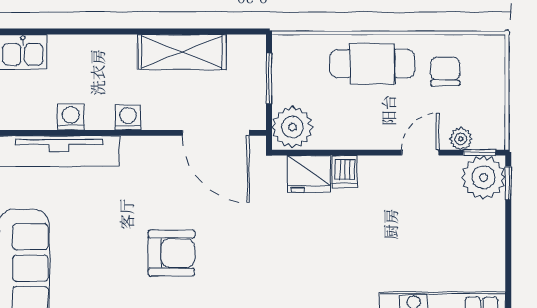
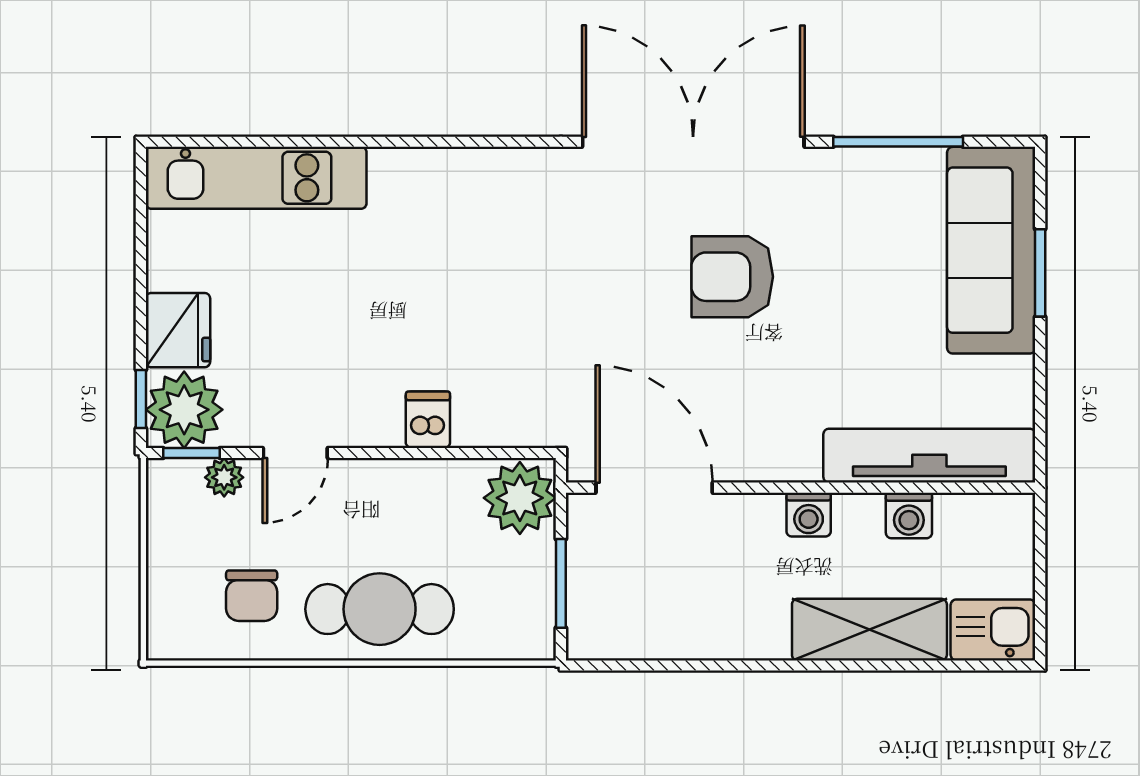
shelving: (182, 52) -> (869, 630), moved
fridge: (309, 174) -> (178, 330), moved, turned 90

